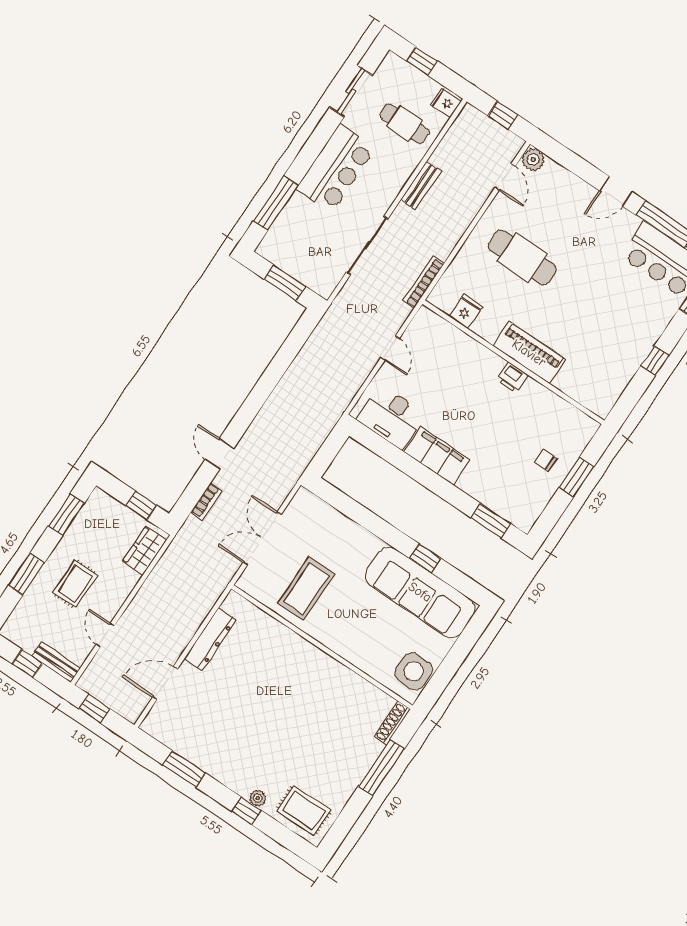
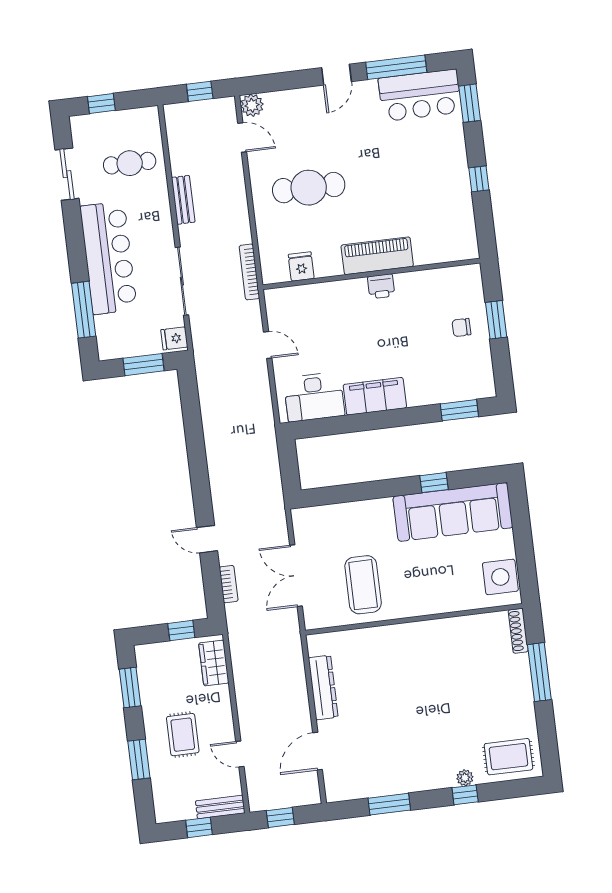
fridge: (446, 103) -> (174, 338), moved
bar counter: (336, 169) -> (108, 258), width x1.36

